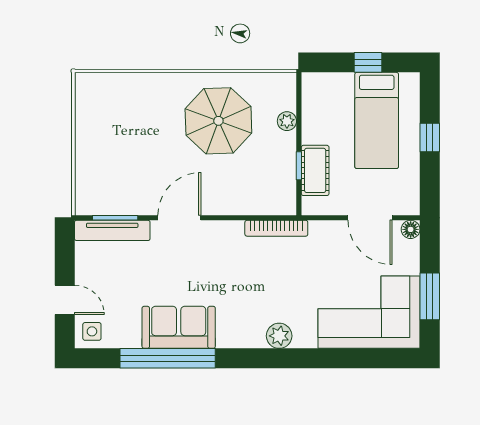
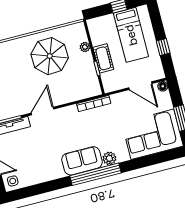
window: (430, 138) -> (163, 47), moved
cot: (315, 170) -> (103, 58), moved
sofa: (179, 327) -> (82, 161), moved
window: (168, 358) -> (96, 174), moved

